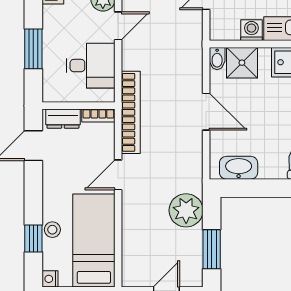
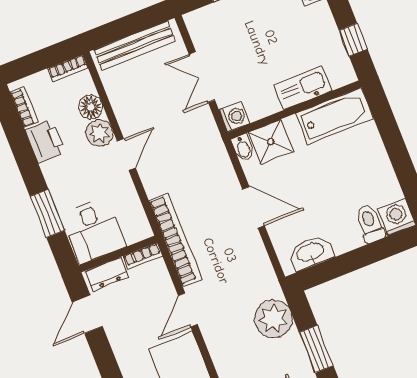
washing machine: (251, 30) -> (234, 117), moved, turned 90
desk: (91, 66) -> (94, 230), moved, turned 90

